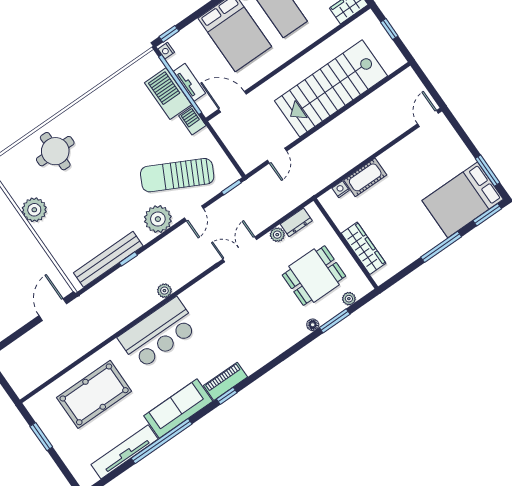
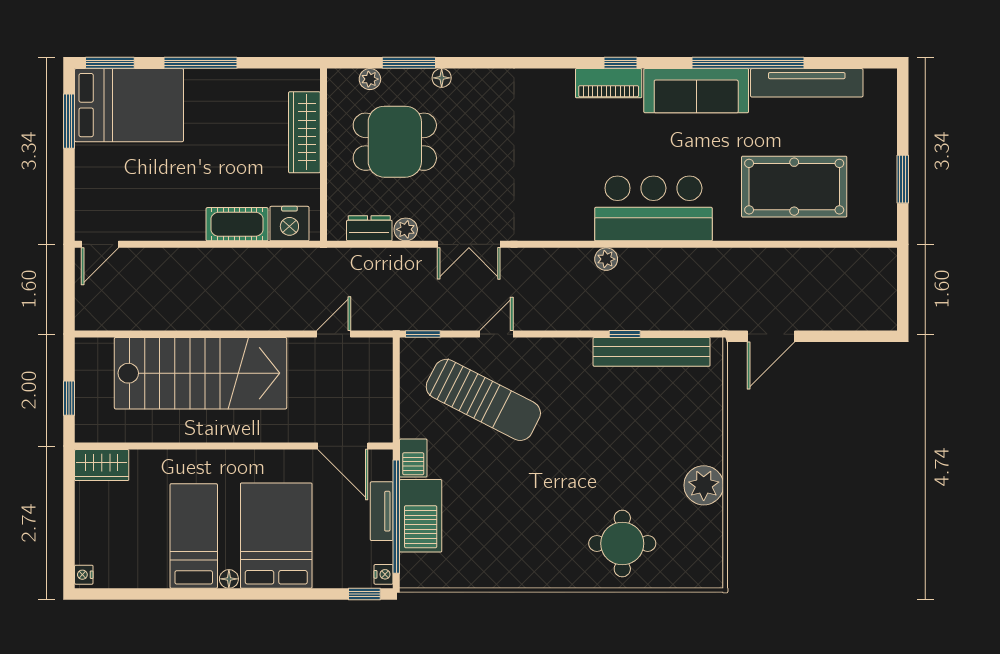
nightstand: (341, 189) -> (289, 224), width x1.89, depth x1.79
plant: (158, 219) -> (549, 360), removed

